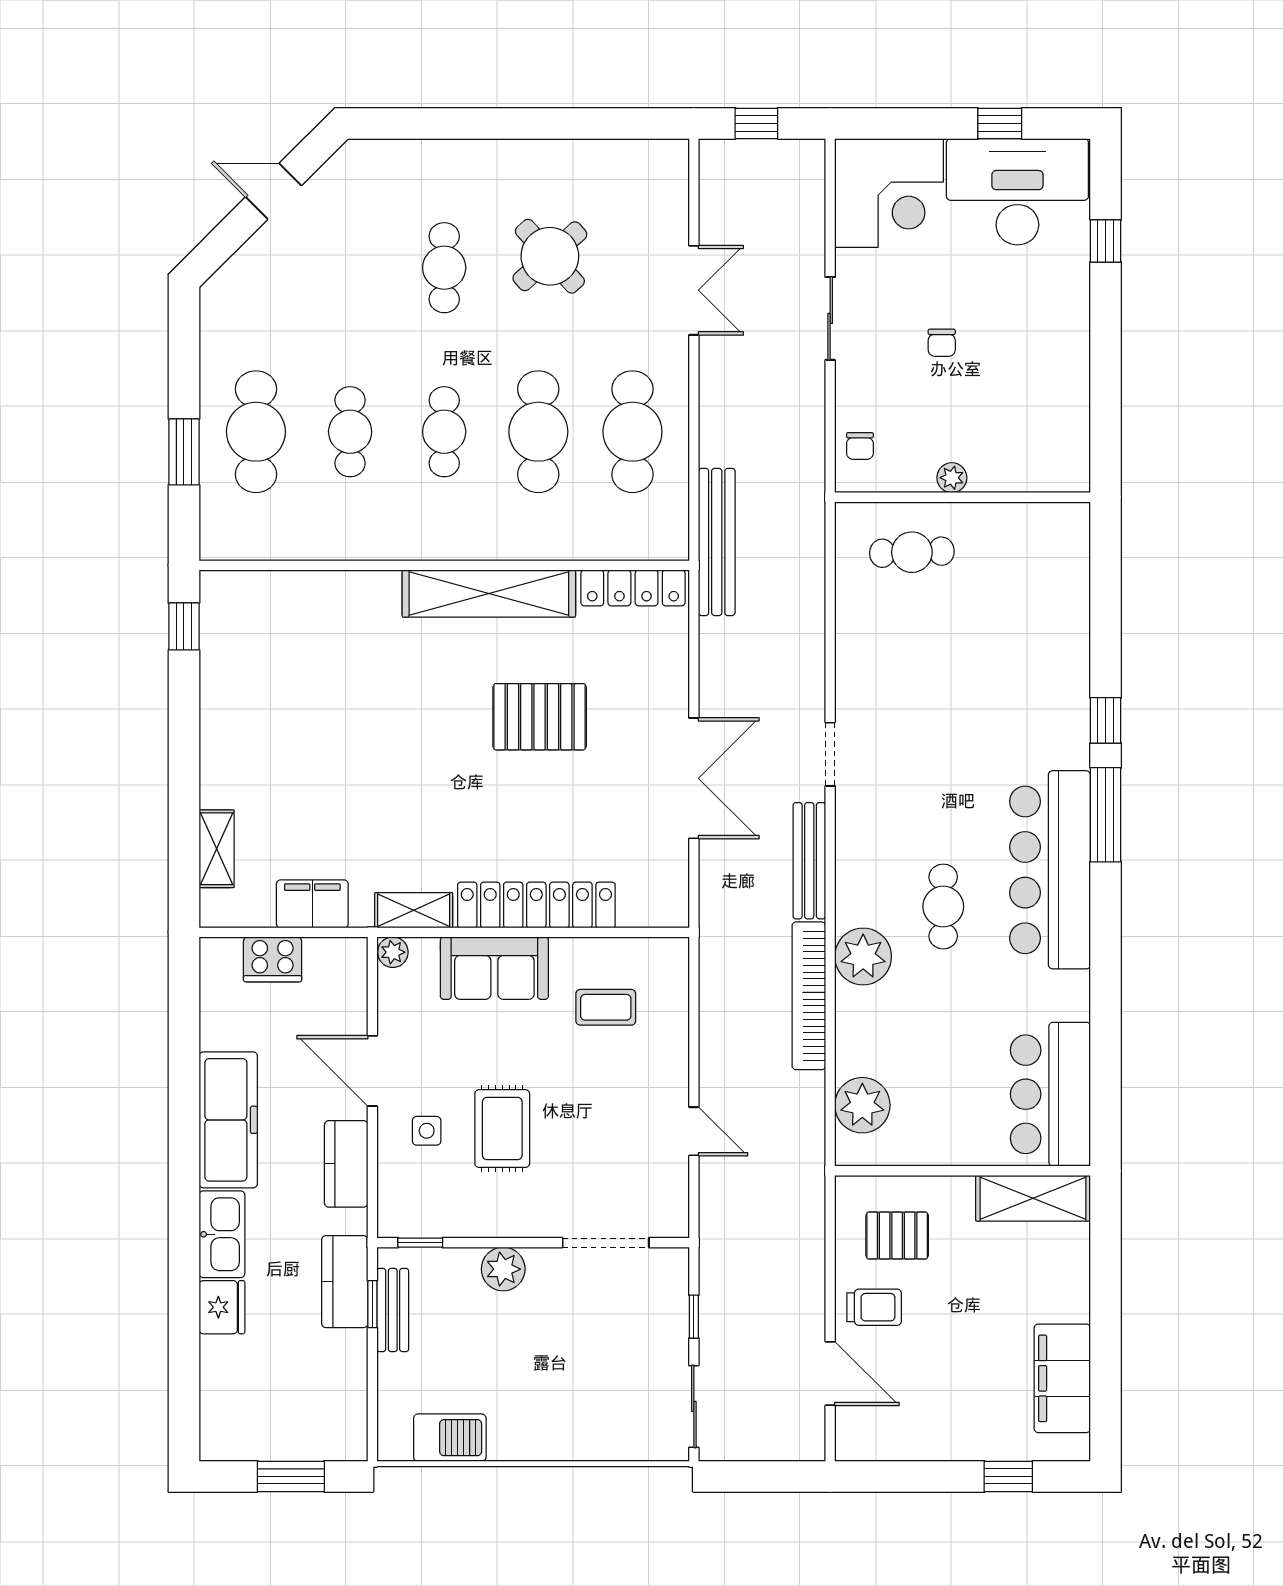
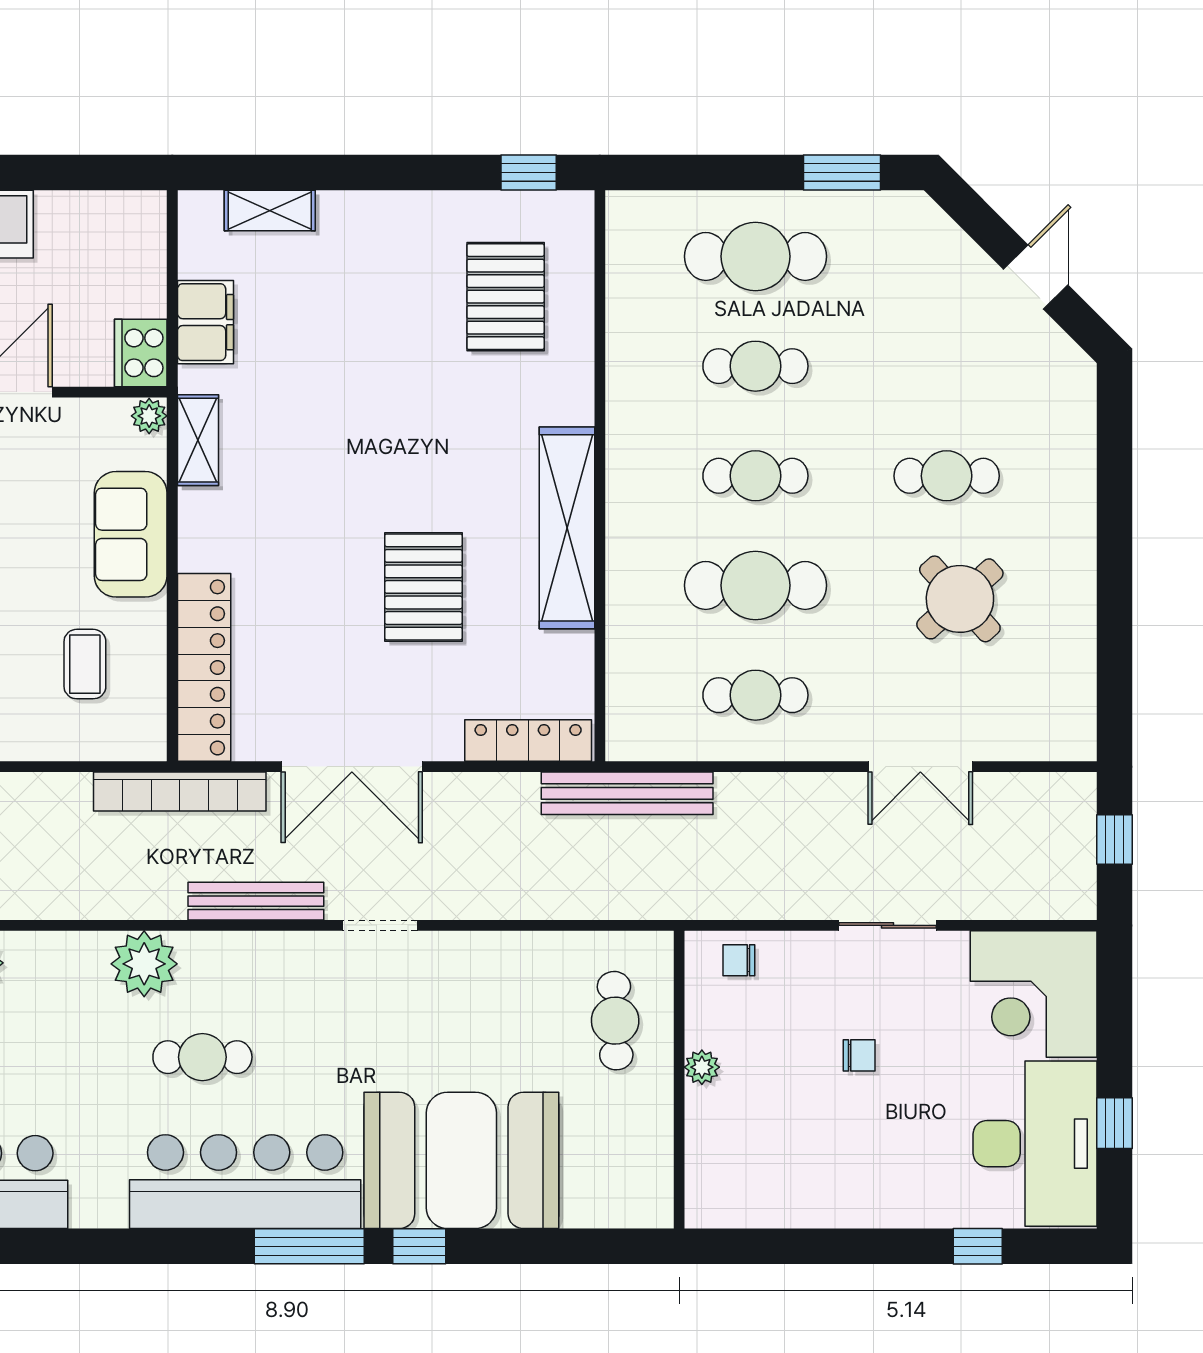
chair: (942, 343) -> (859, 1055), turned 180
cafe table: (632, 432) -> (755, 695), width x0.73, depth x0.74
window: (184, 452) -> (842, 173), moved
locker: (633, 588) -> (528, 740), moved, turned 90
pallet: (290, 646) -> (506, 297), added
booth: (1032, 684) -> (461, 1160), added
locker: (536, 905) -> (204, 667), moved
cooker: (273, 959) -> (141, 353), moved
bookcase: (809, 996) -> (180, 792), moved, turned 180

